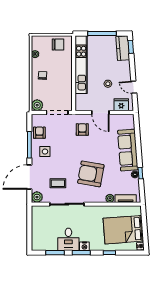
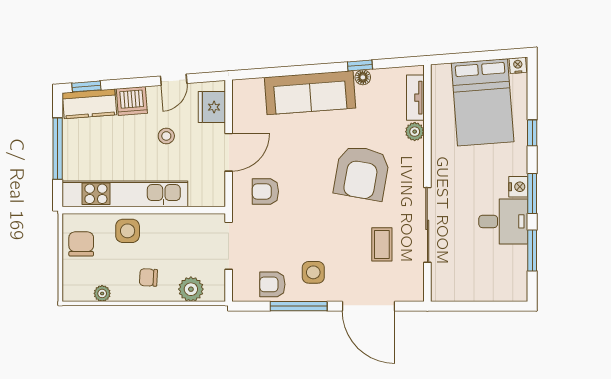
side table: (64, 66) -> (128, 231), added
dishwasher: (124, 68) -> (132, 101), added
plant: (37, 105) -> (191, 289), moved
plant: (37, 197) -> (412, 290), removed

